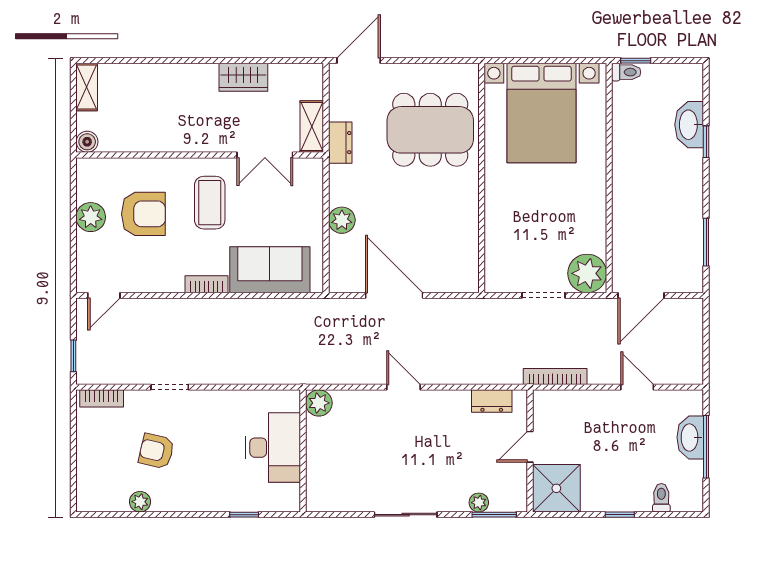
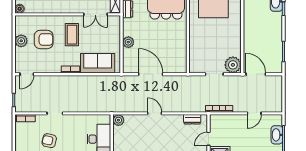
door: (641, 295) -> (256, 74), swing flipped
door: (637, 387) -> (254, 113), swing flipped

